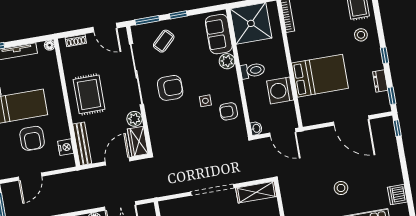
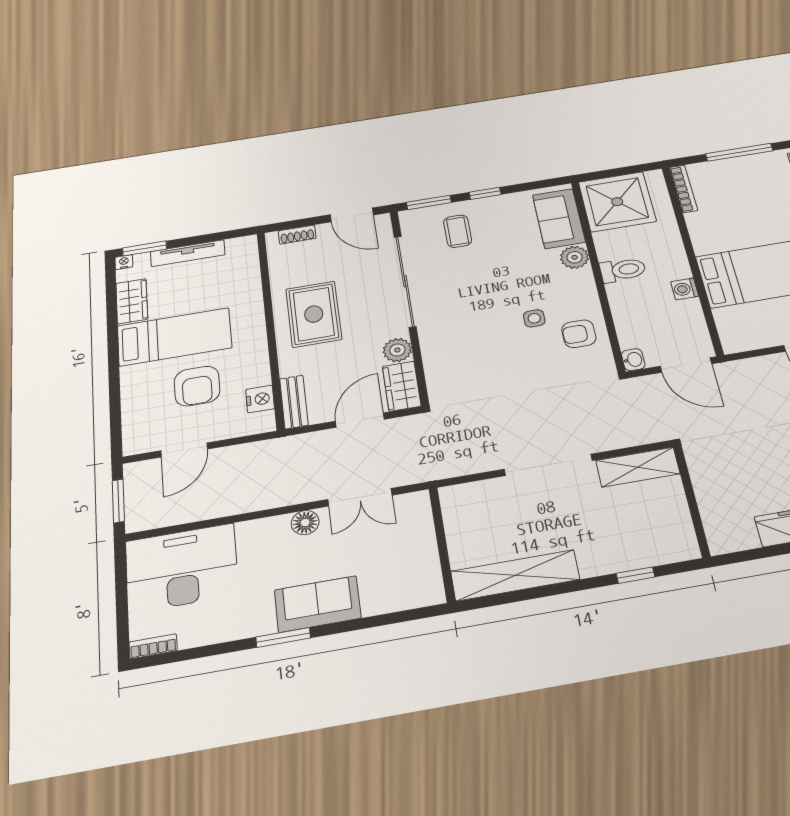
coffee table: (164, 41) -> (458, 231), turned -46
floor lamp: (50, 45) -> (249, 243), removed
armchair: (170, 88) -> (467, 300), removed
washing machine: (280, 91) -> (685, 289), width x0.53, depth x0.53
bench: (82, 144) -> (294, 402), width x0.73

